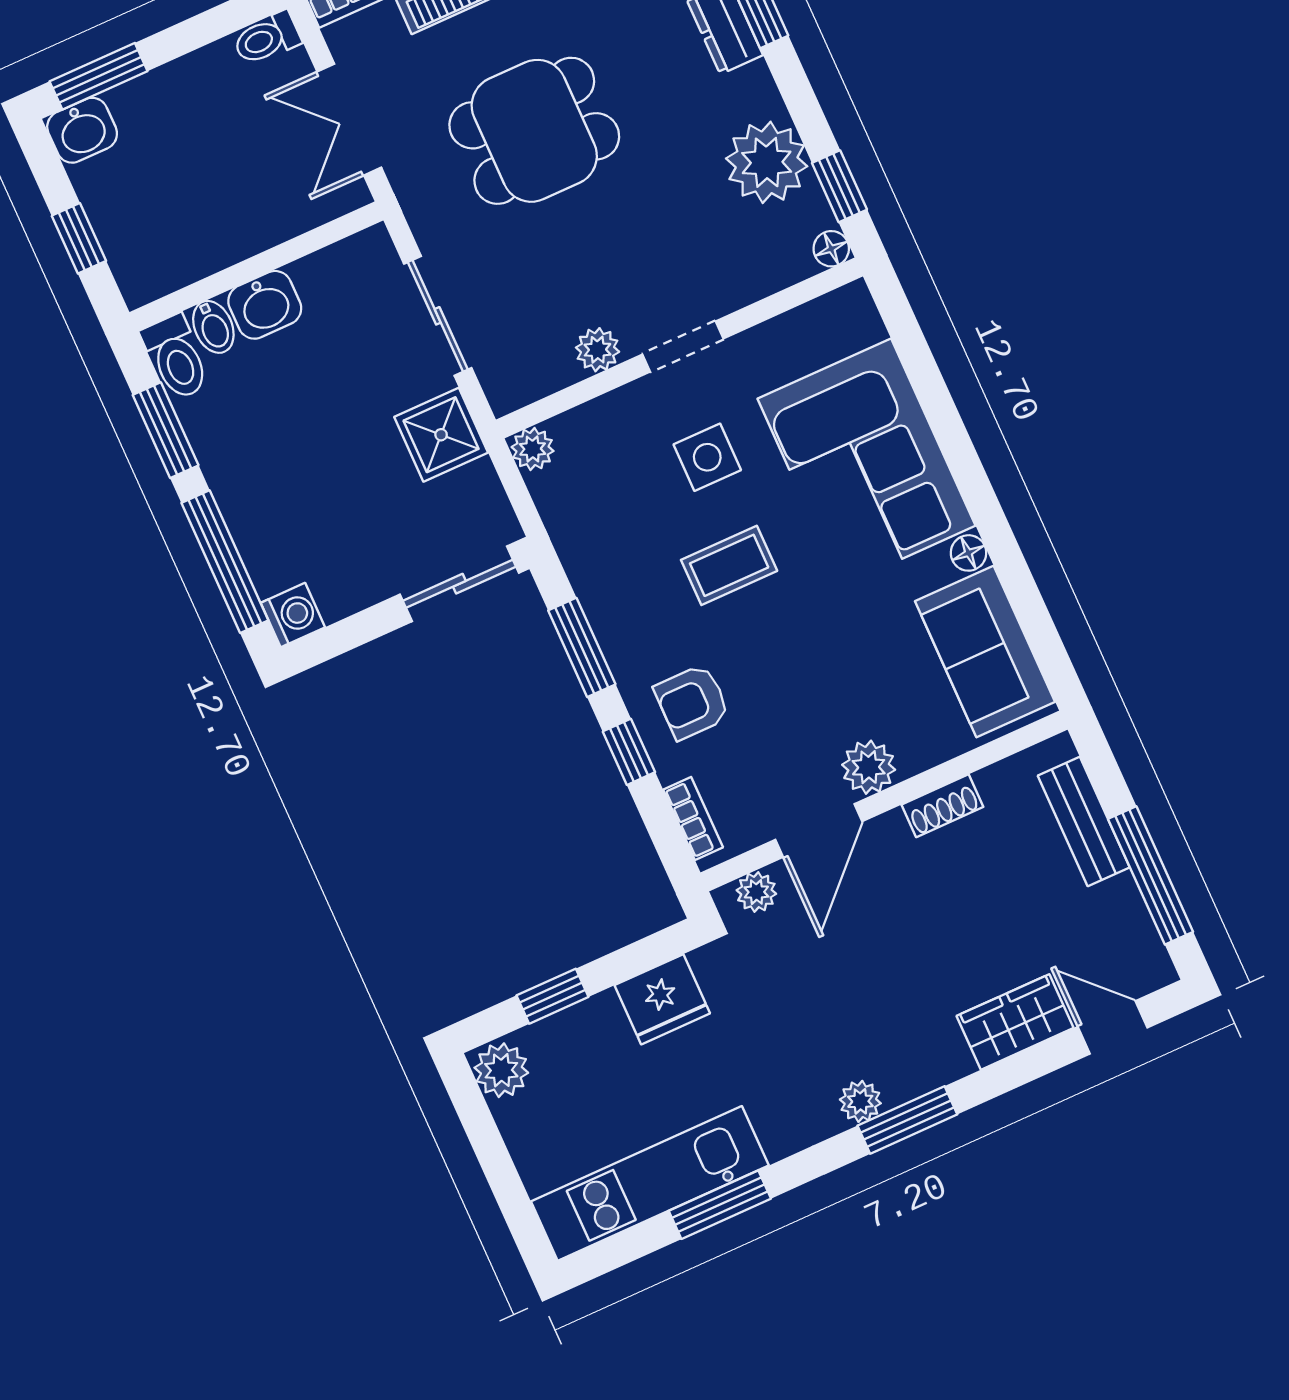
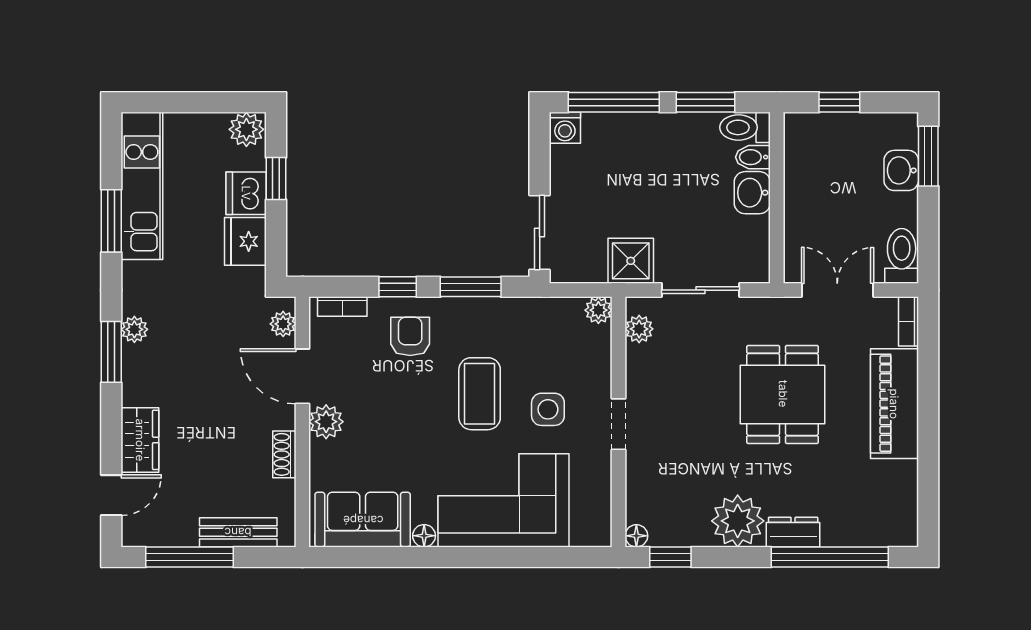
toilet: (267, 38) -> (902, 256), width x1.37, depth x1.39
washbasin: (82, 130) -> (901, 170), moved
plant: (767, 162) -> (738, 521), moved
plant: (598, 350) -> (639, 329), moved
coffee table: (729, 565) -> (480, 394), width x1.36, depth x1.30
dishwasher: (593, 1030) -> (246, 193), added

